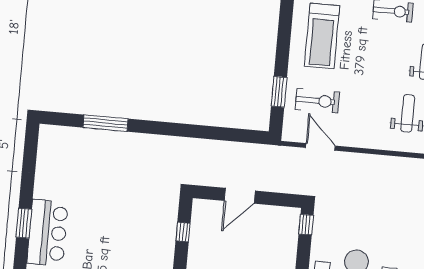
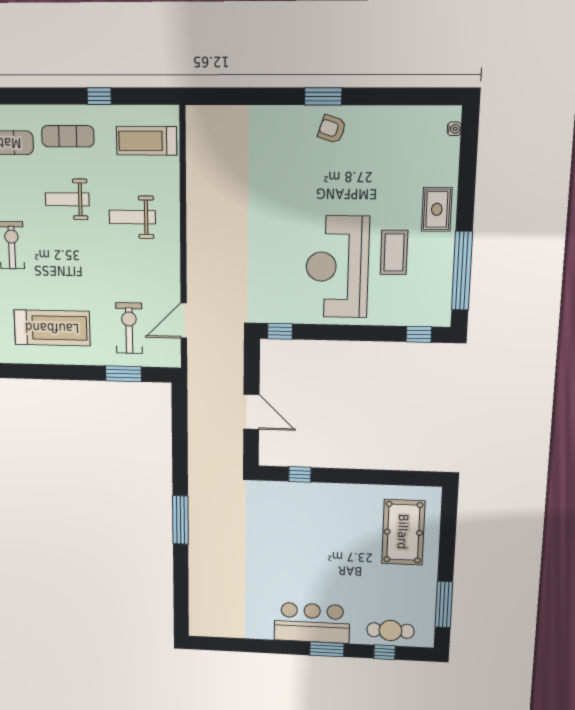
window: (105, 123) -> (180, 520), moved
window: (24, 223) -> (327, 649), moved

